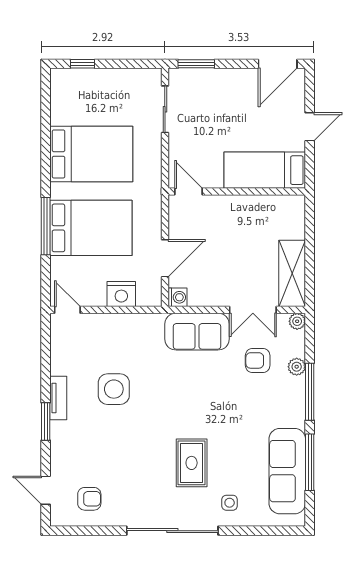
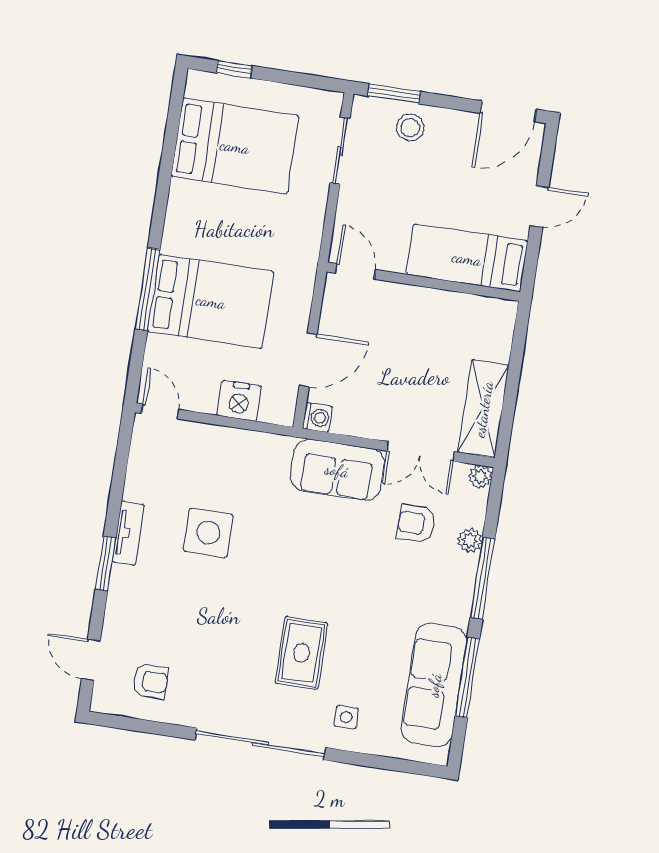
stool: (211, 86) -> (410, 127), added
bed: (91, 154) -> (235, 146), moved

